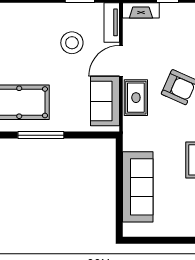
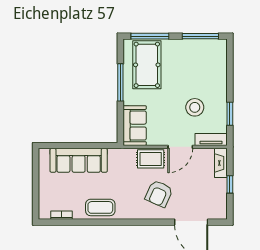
door: (121, 61) -> (180, 147), swing flipped
sofa: (105, 101) -> (135, 126), moved, turned 90

